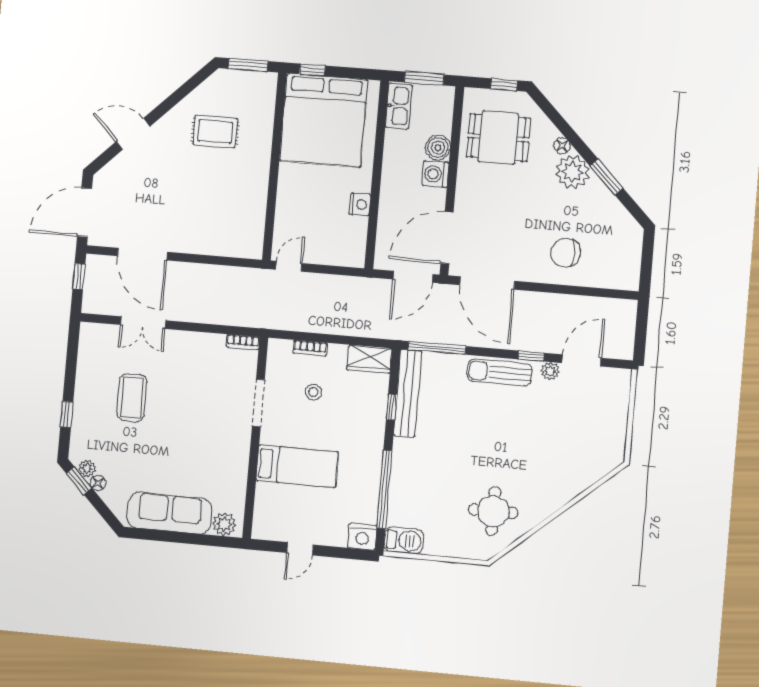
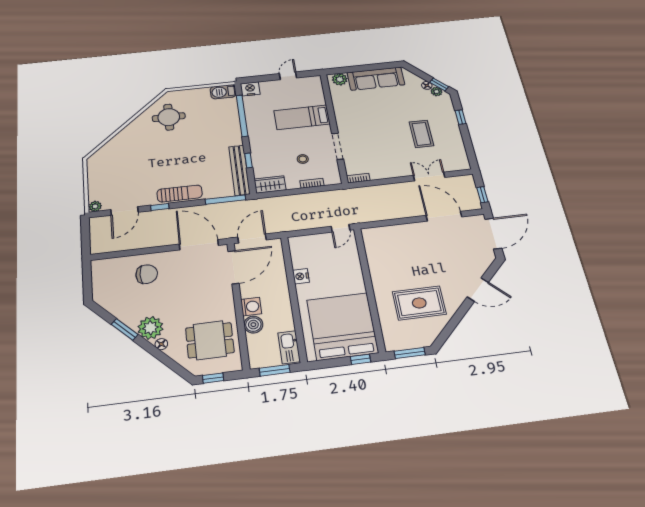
rug: (215, 132) -> (419, 303), width x1.36, depth x1.43
plant: (550, 371) -> (95, 206), moved

